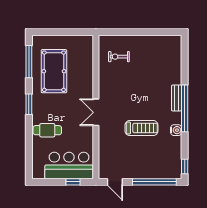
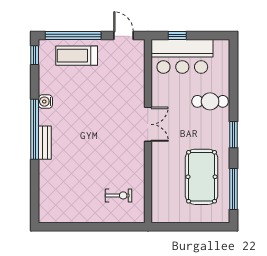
treadmill: (141, 128) -> (77, 56), moved

